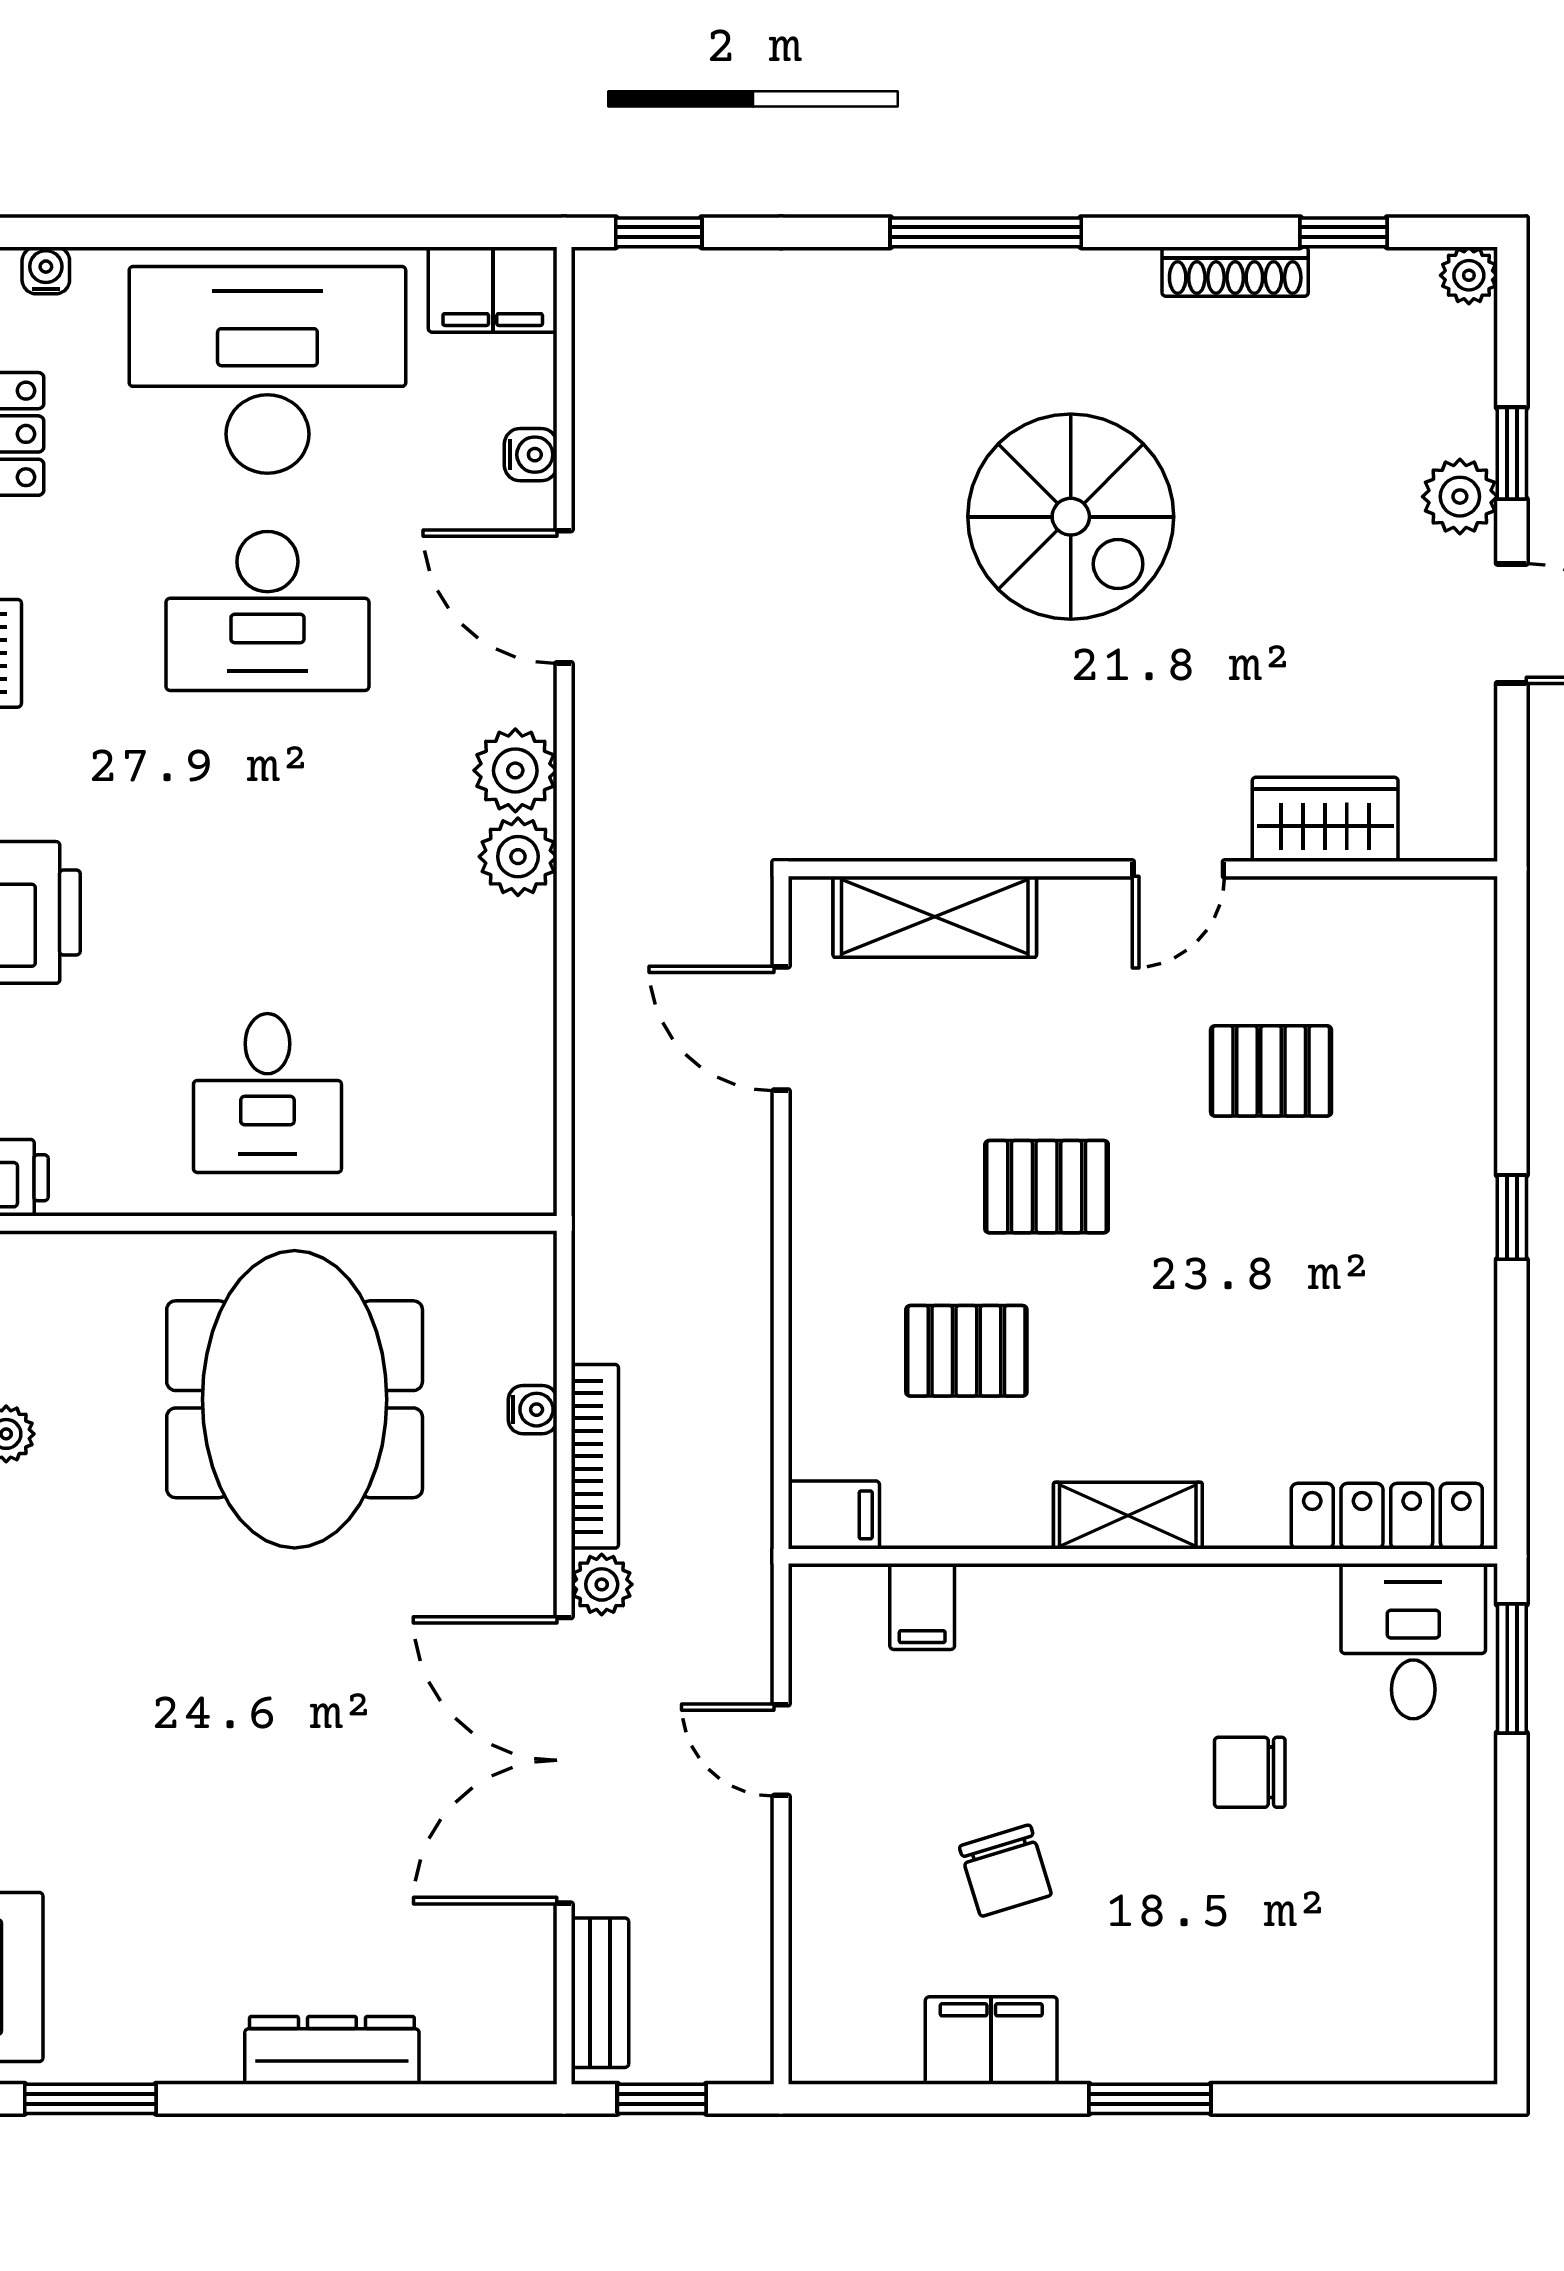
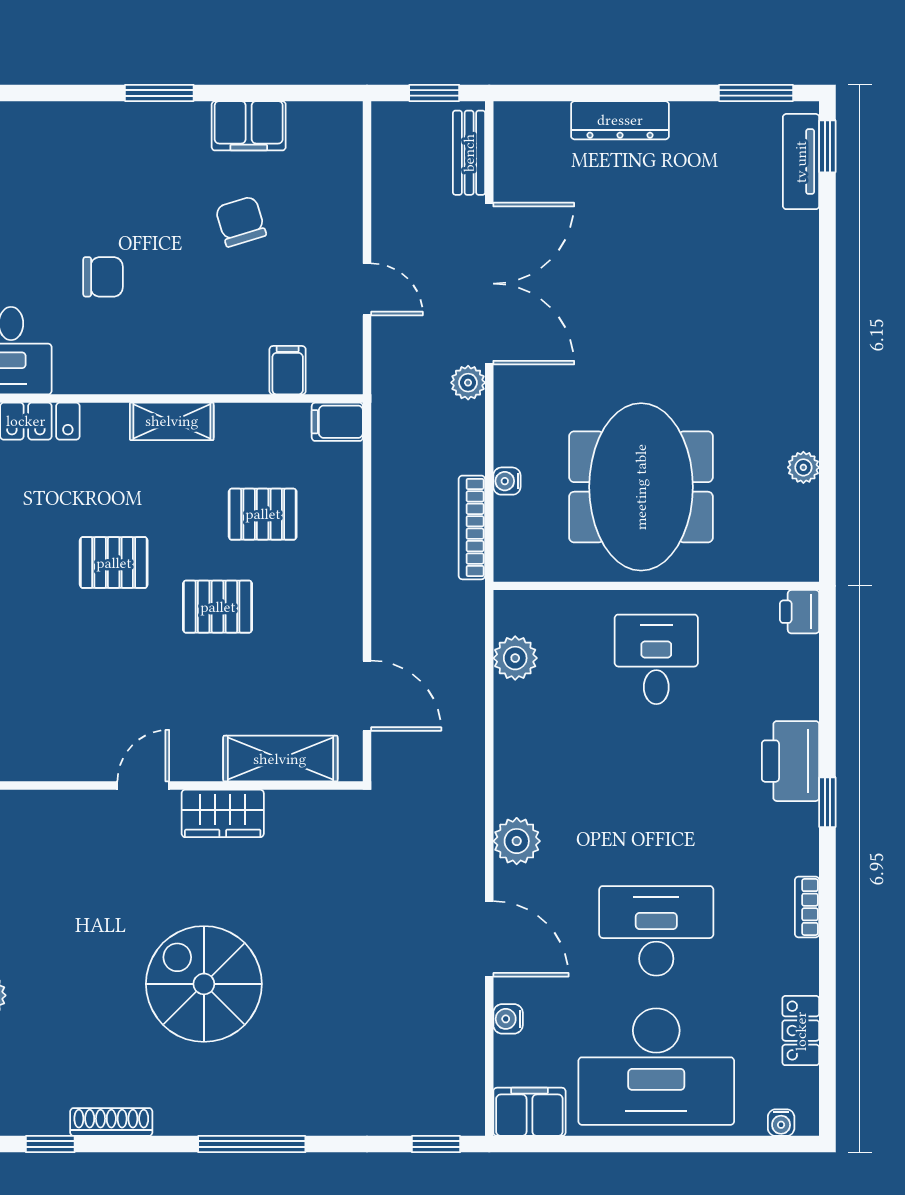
wardrobe: (1325, 819) -> (223, 813), moved
plant: (518, 857) -> (515, 658), moved
pallet: (1271, 1071) -> (114, 563), moved
bookcase: (595, 1456) -> (472, 527), moved

